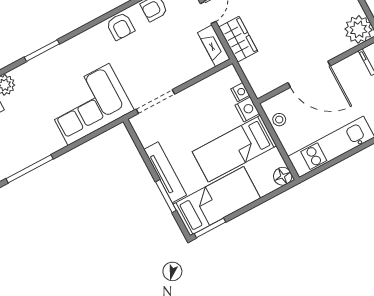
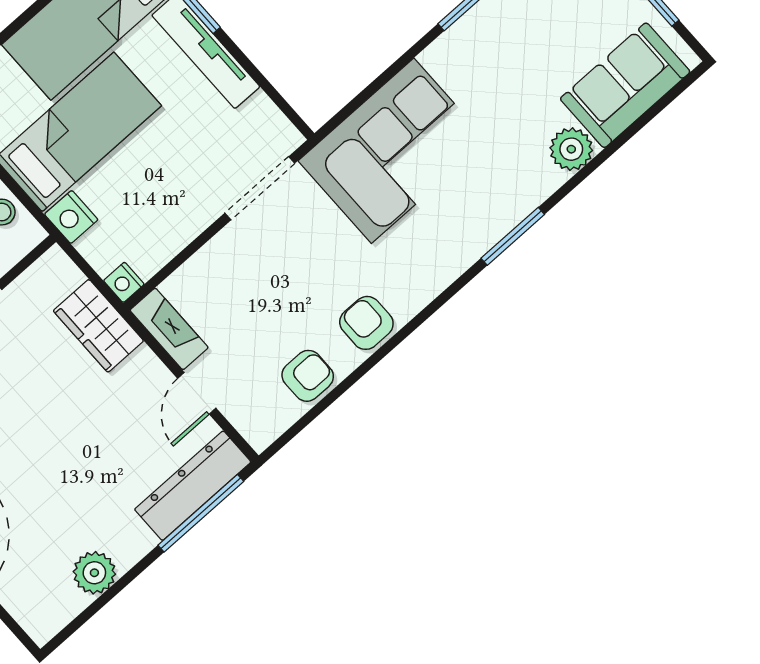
wardrobe: (238, 39) -> (98, 326), moved
nightstand: (240, 92) -> (124, 282), moved

